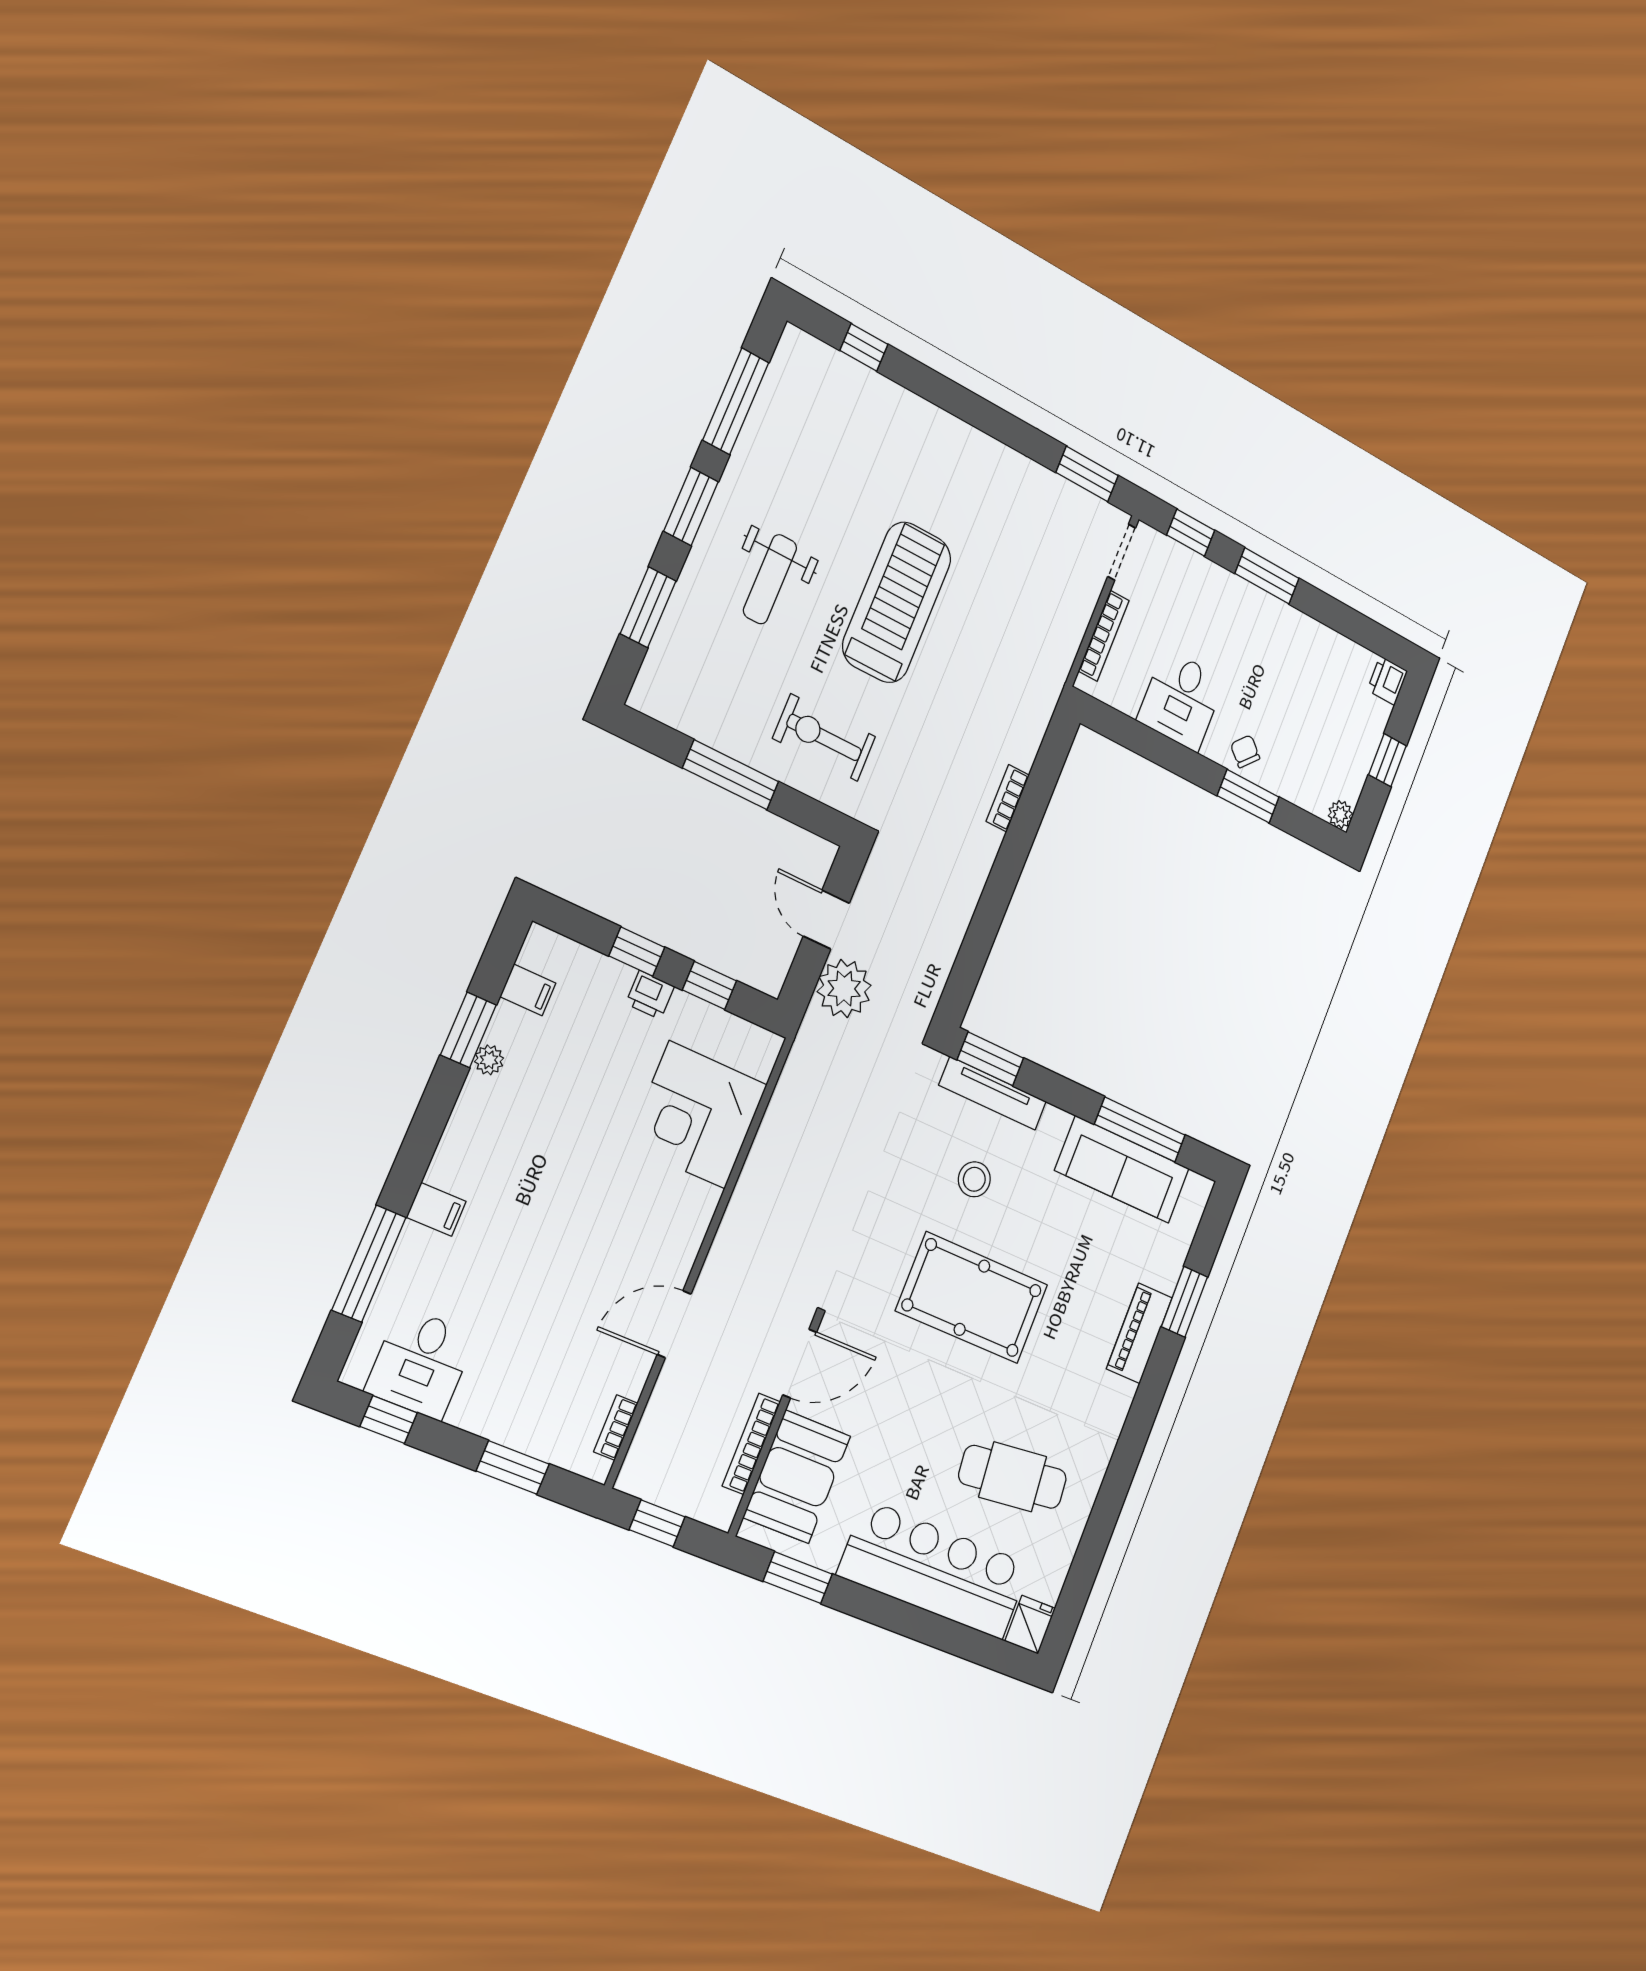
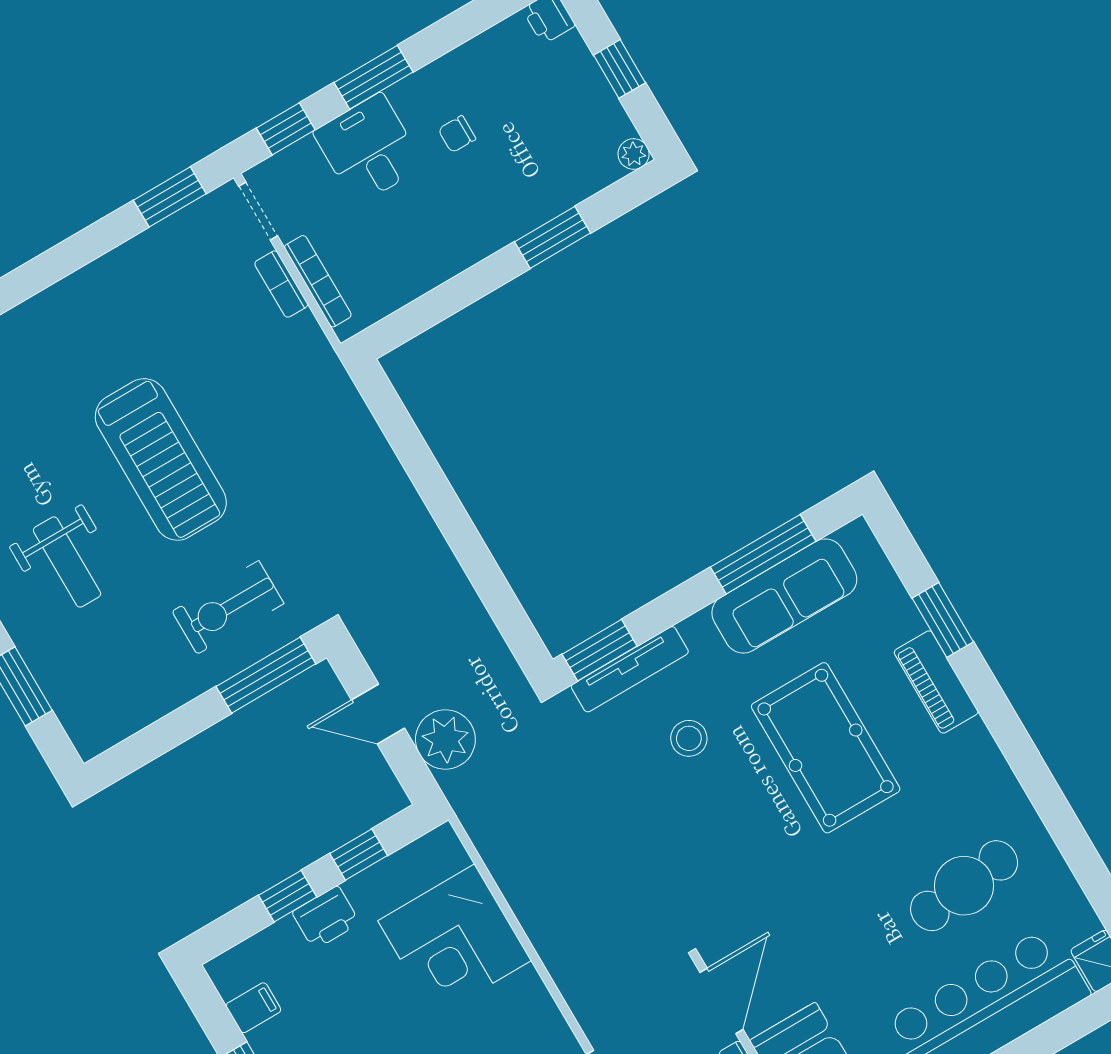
treadmill: (897, 602) -> (161, 459), turned 180
desk: (1181, 700) -> (369, 149), moved, turned 180
chair: (1245, 751) -> (457, 134), moved, turned -43
window: (731, 775) -> (266, 675), moved
bookcase: (1008, 798) -> (281, 284), moved
printer: (650, 995) -> (326, 918), width x1.36, depth x1.24
pool table: (972, 1298) -> (826, 748), moved, turned 90

